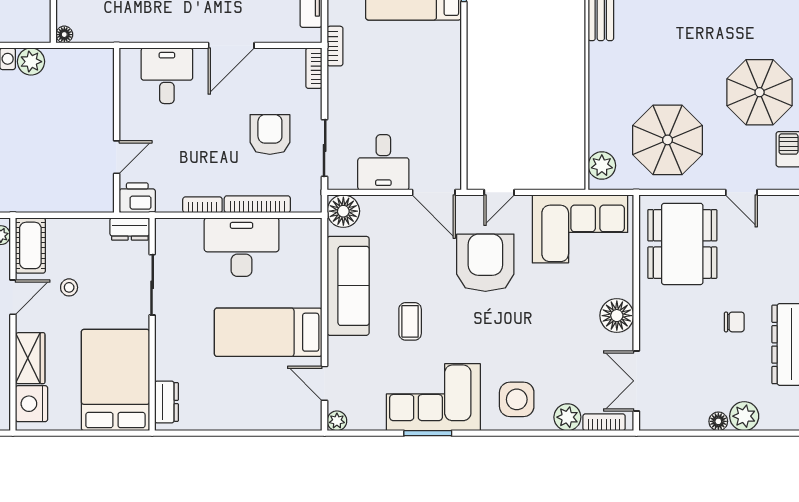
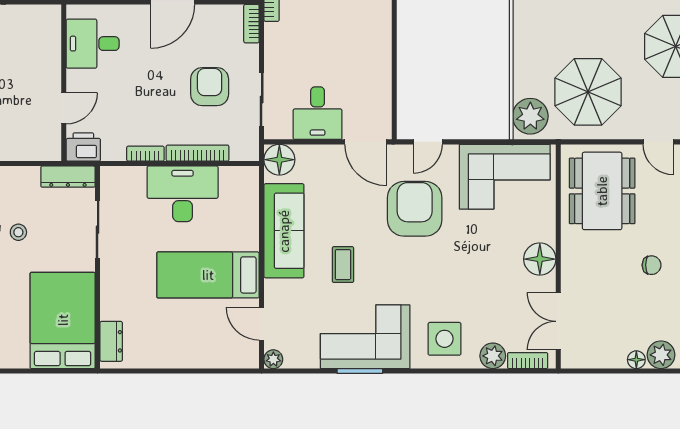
desk: (167, 76) -> (93, 44), moved, turned -90
plant: (602, 165) -> (530, 116), width x1.36, depth x1.36
dresser: (130, 229) -> (68, 177), width x1.44

